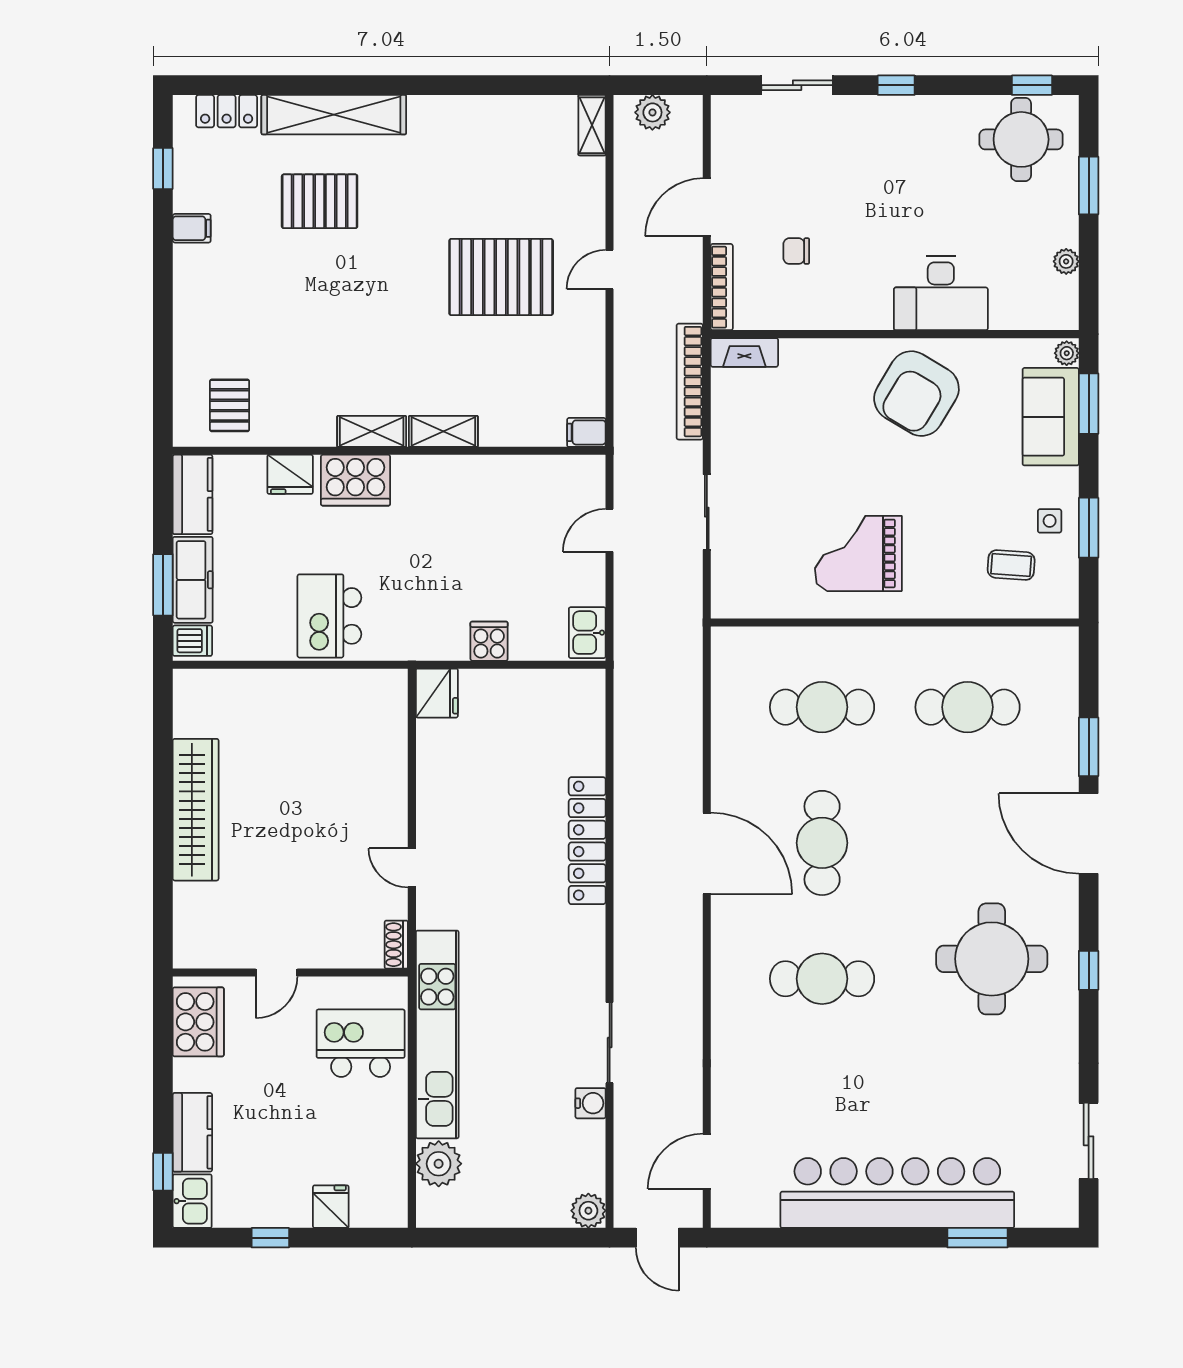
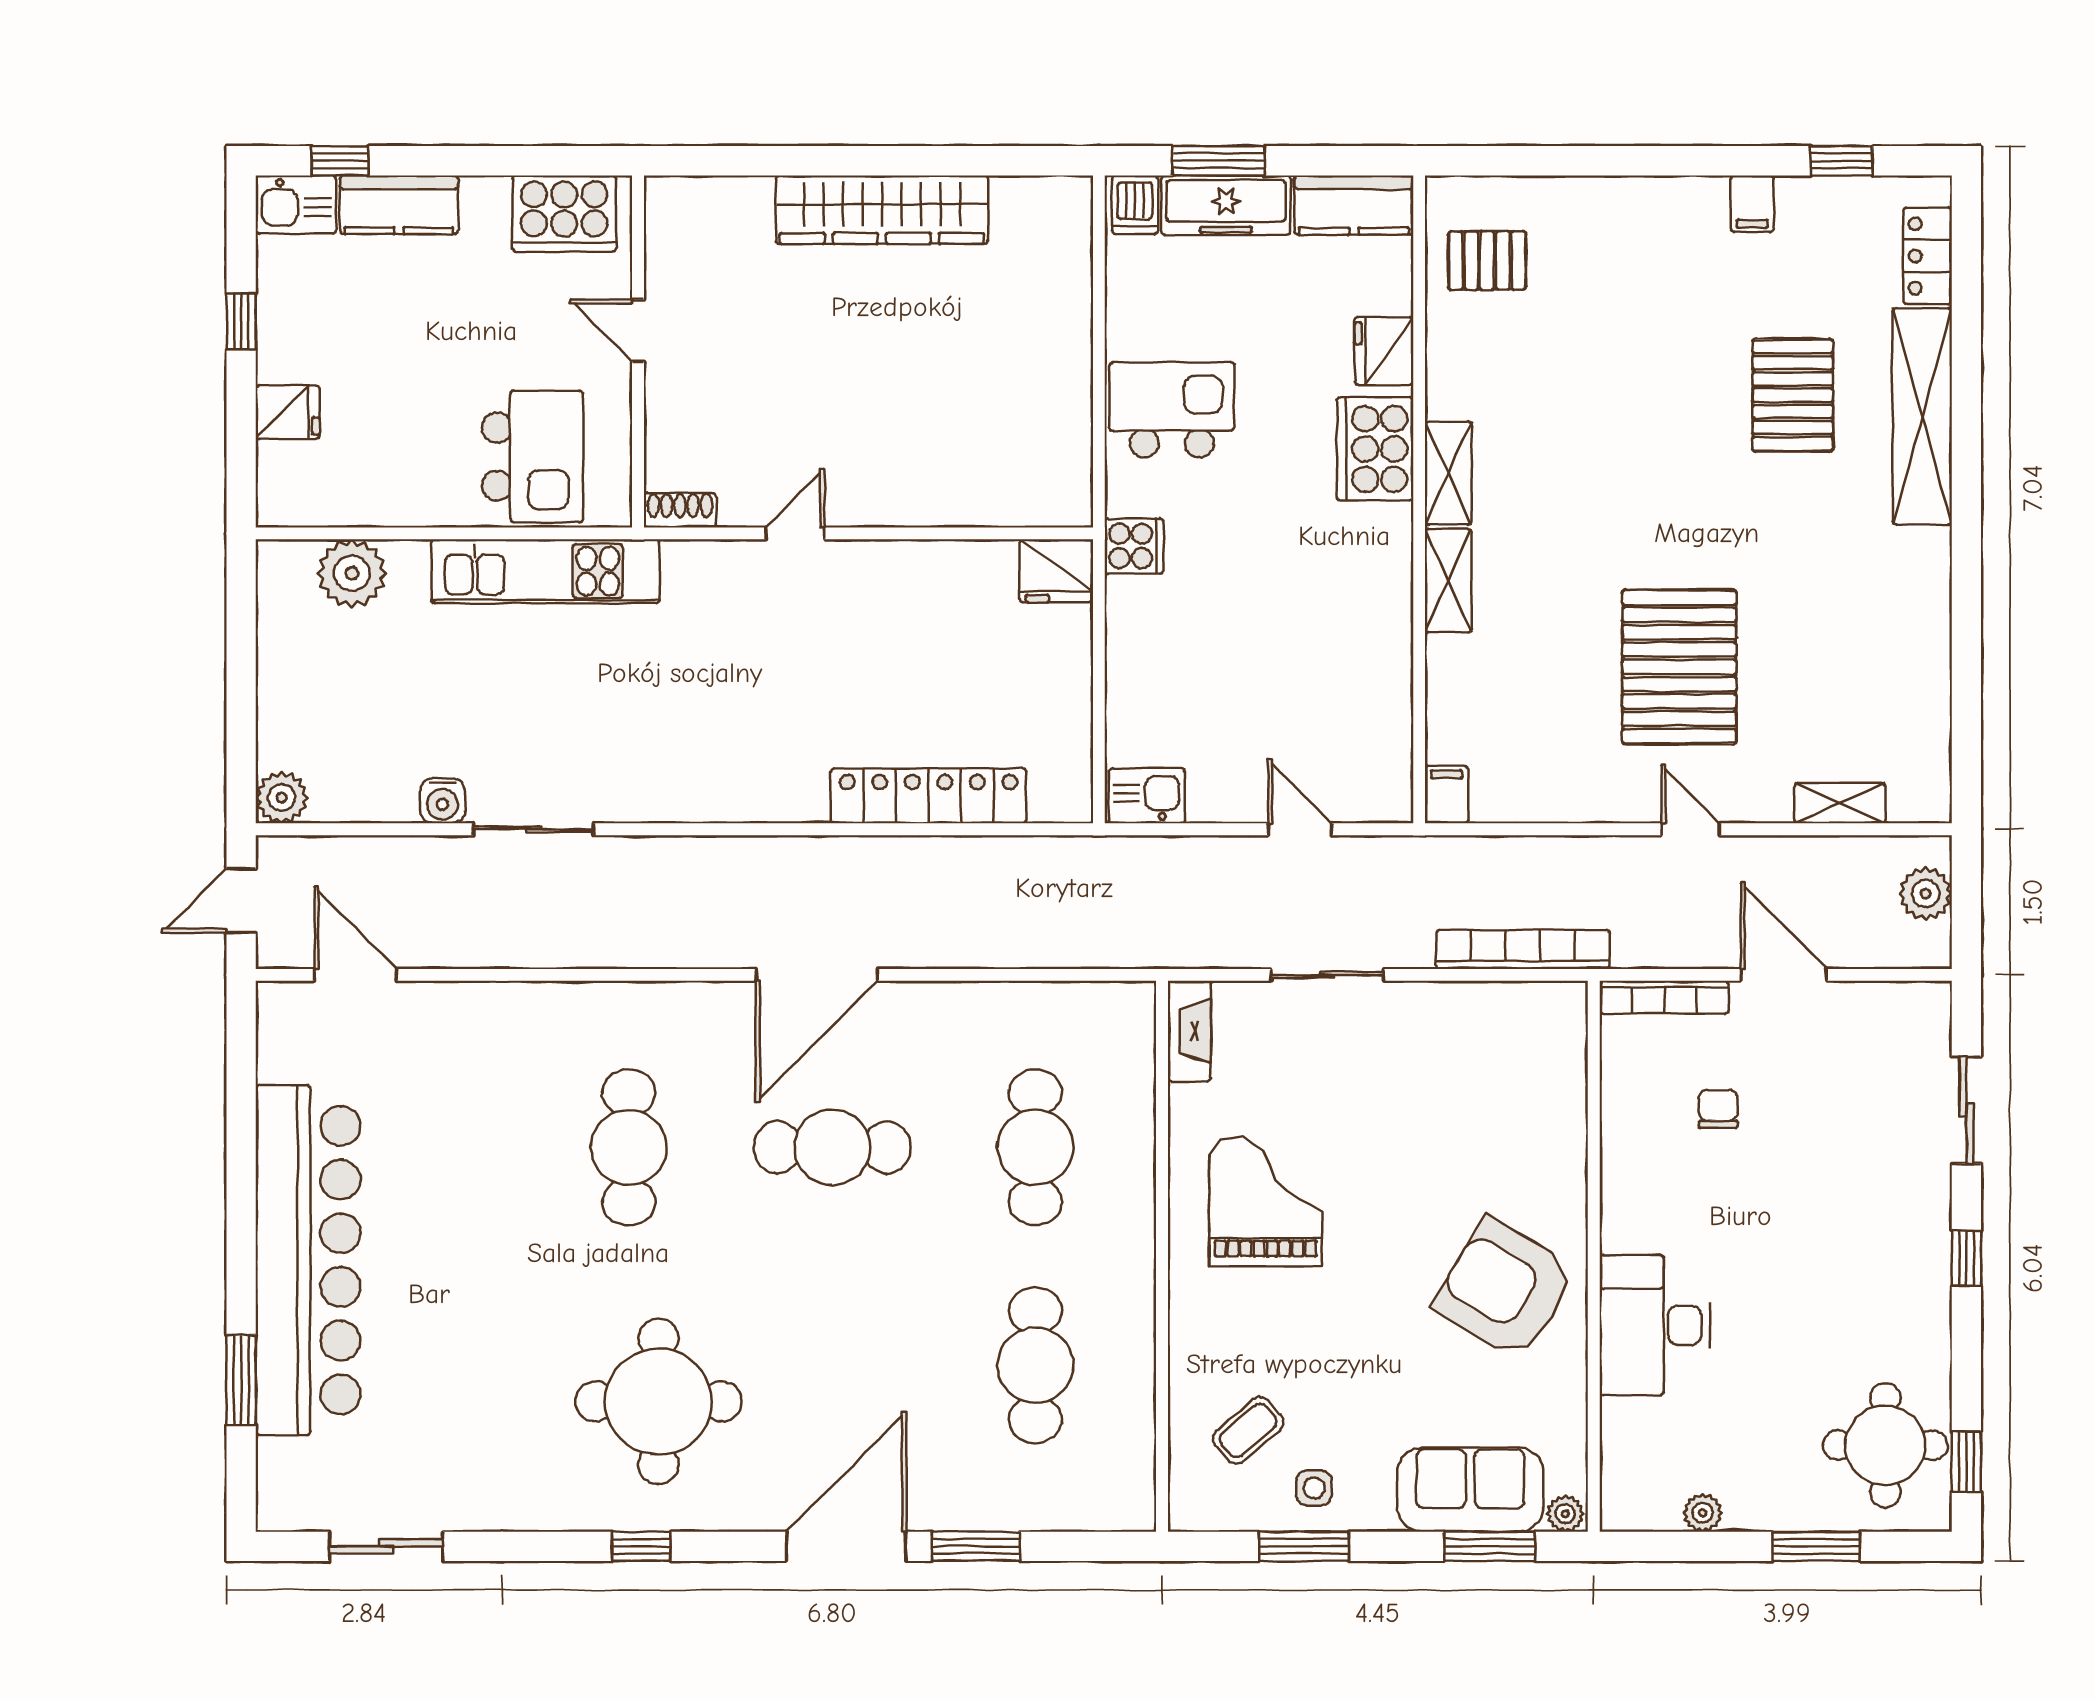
shelving: (592, 125) -> (1840, 803), moved
fireplace: (744, 352) -> (1189, 1031), moved, turned 180
coffee table: (1011, 565) -> (1248, 1430), turned 45
cooker: (489, 641) -> (1134, 546), moved
locker: (587, 841) -> (929, 796), moved
kitchen unit: (437, 1034) -> (545, 571), width x0.73

